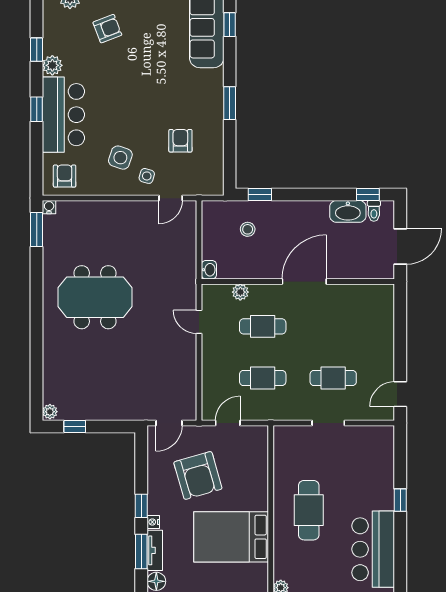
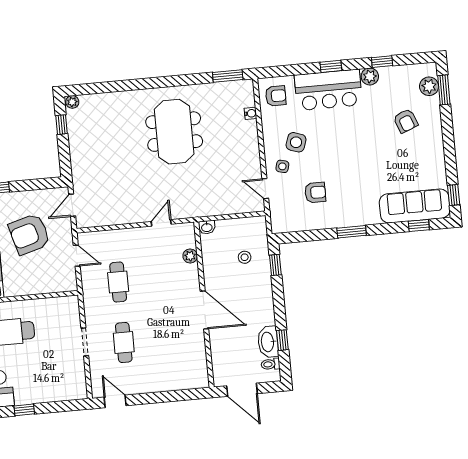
window: (368, 195) -> (282, 340), moved
water cooler: (49, 207) -> (251, 113), moved
cafe table: (263, 326) -> (162, 278), removed
door: (169, 423) -> (72, 205), hinge flipped

